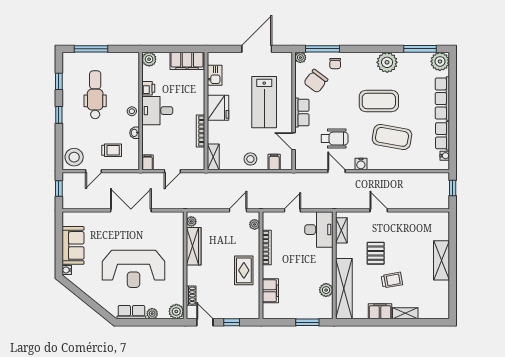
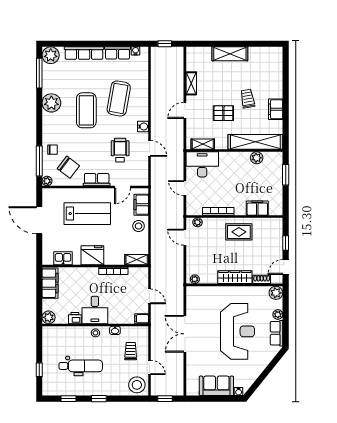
window: (91, 49) -> (39, 370), width x0.46
dental chair: (95, 95) -> (81, 366), turned 180
filing cabinet: (274, 162) -> (141, 205), width x2.00
door: (337, 171) -> (149, 148), swing flipped
wardrobe: (194, 246) -> (235, 277), moved
shelving: (405, 313) -> (191, 83), moved

